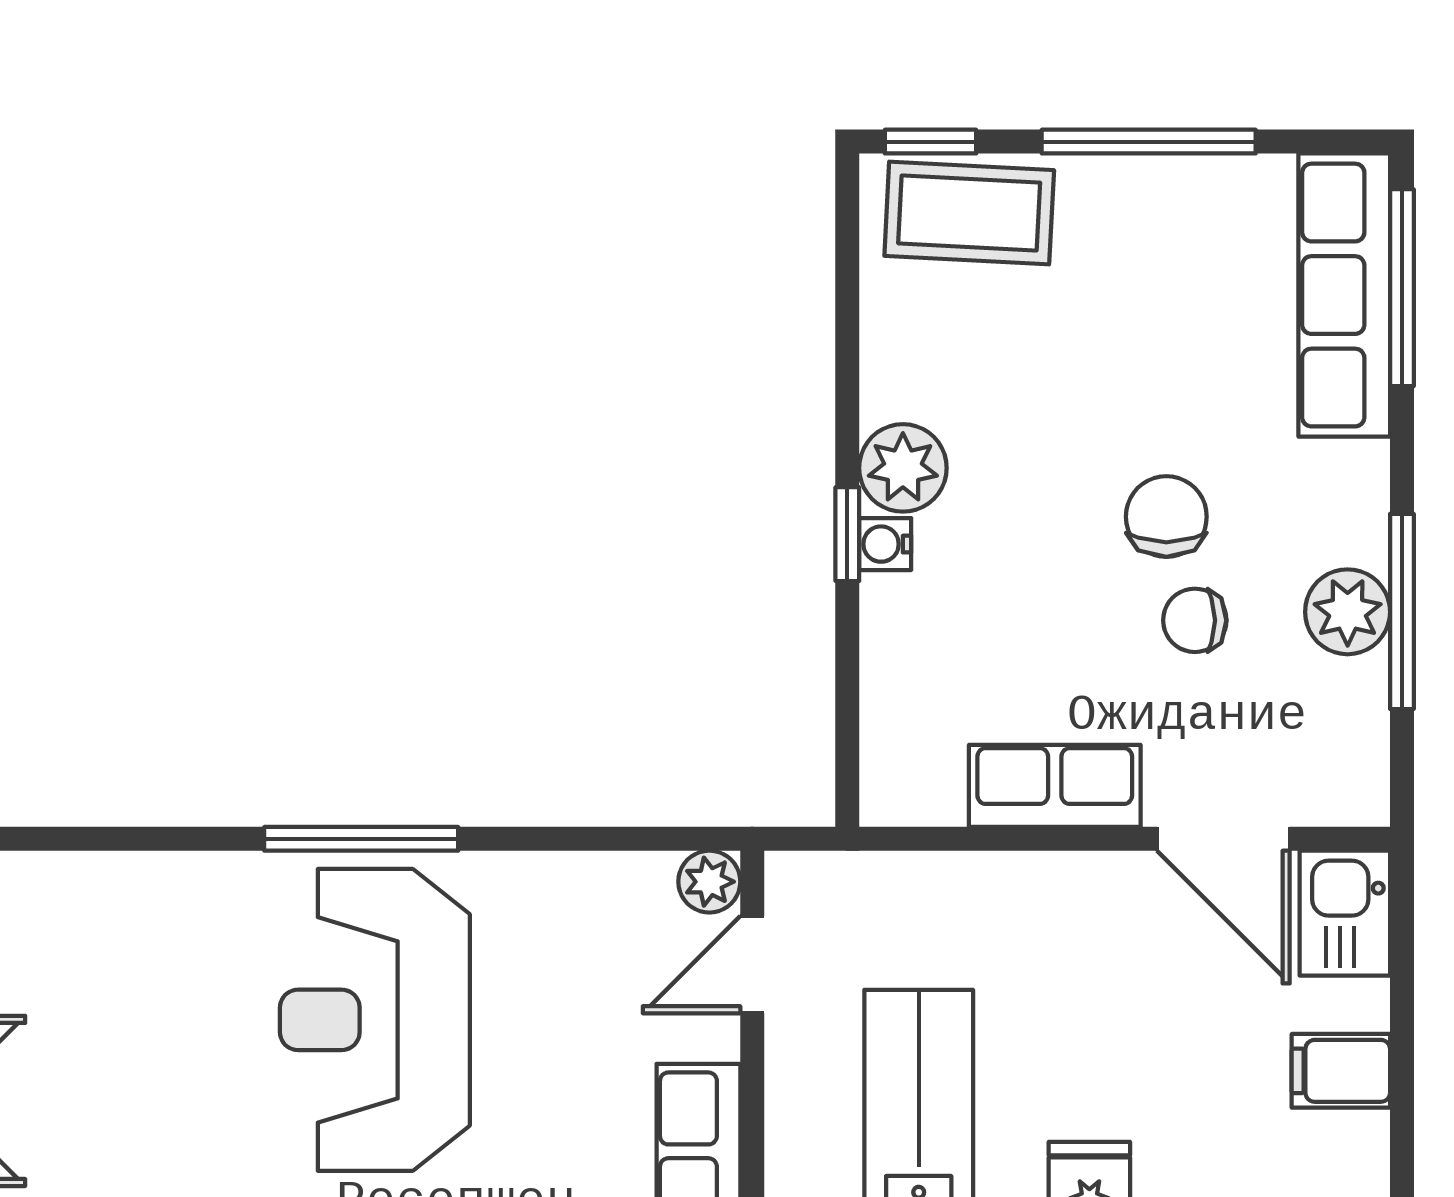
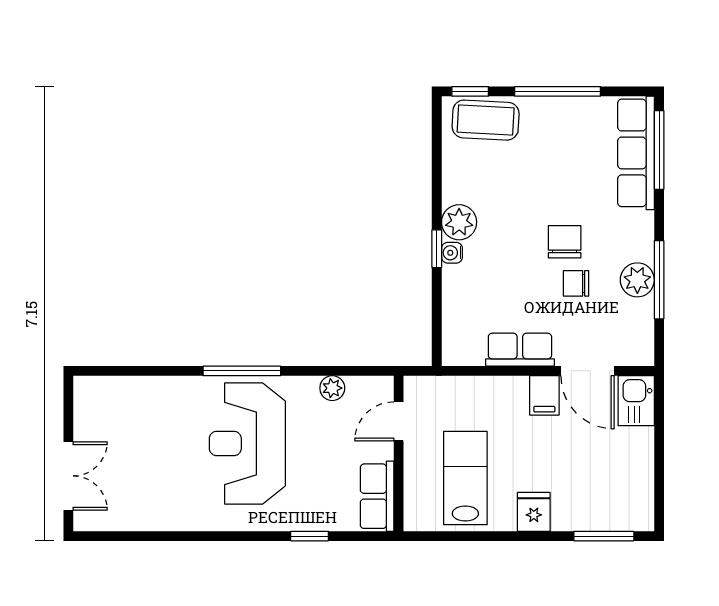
plant: (709, 882) -> (332, 388), moved
filing cabinet: (1341, 1071) -> (544, 395), moved, turned -90

